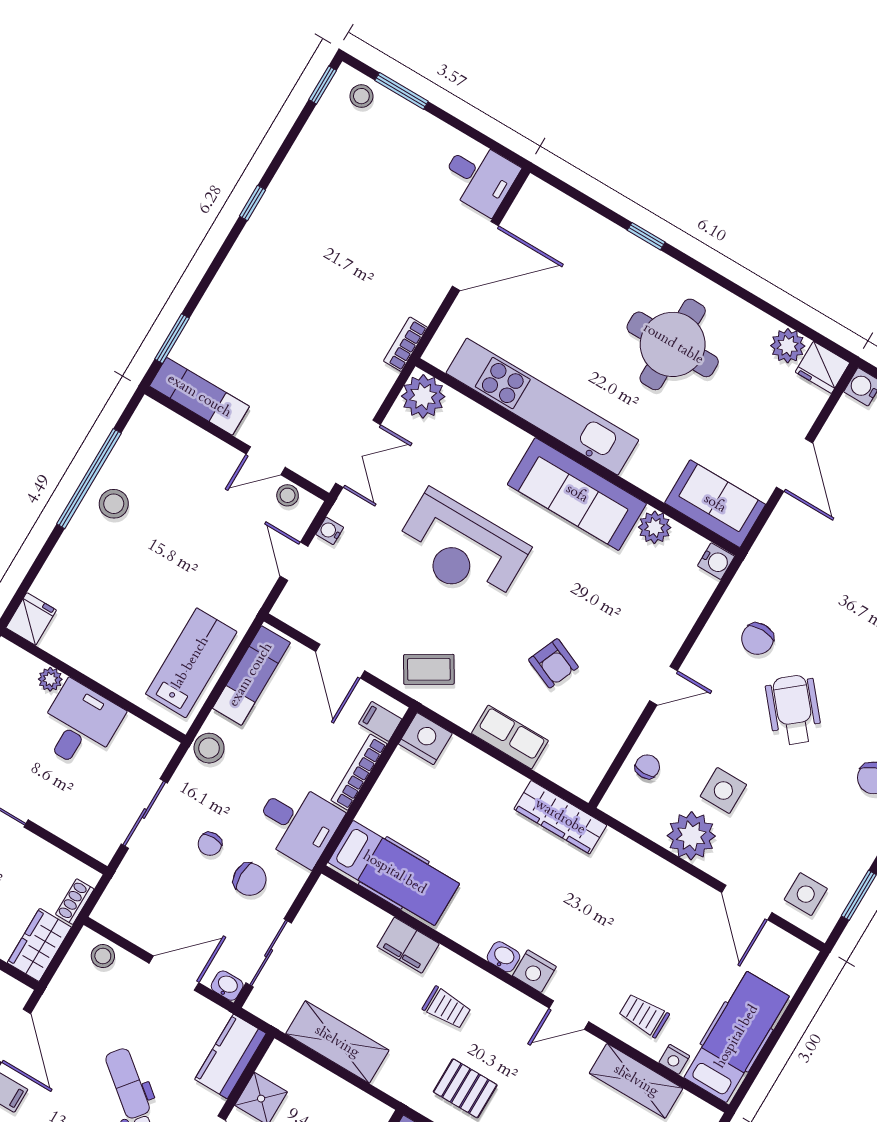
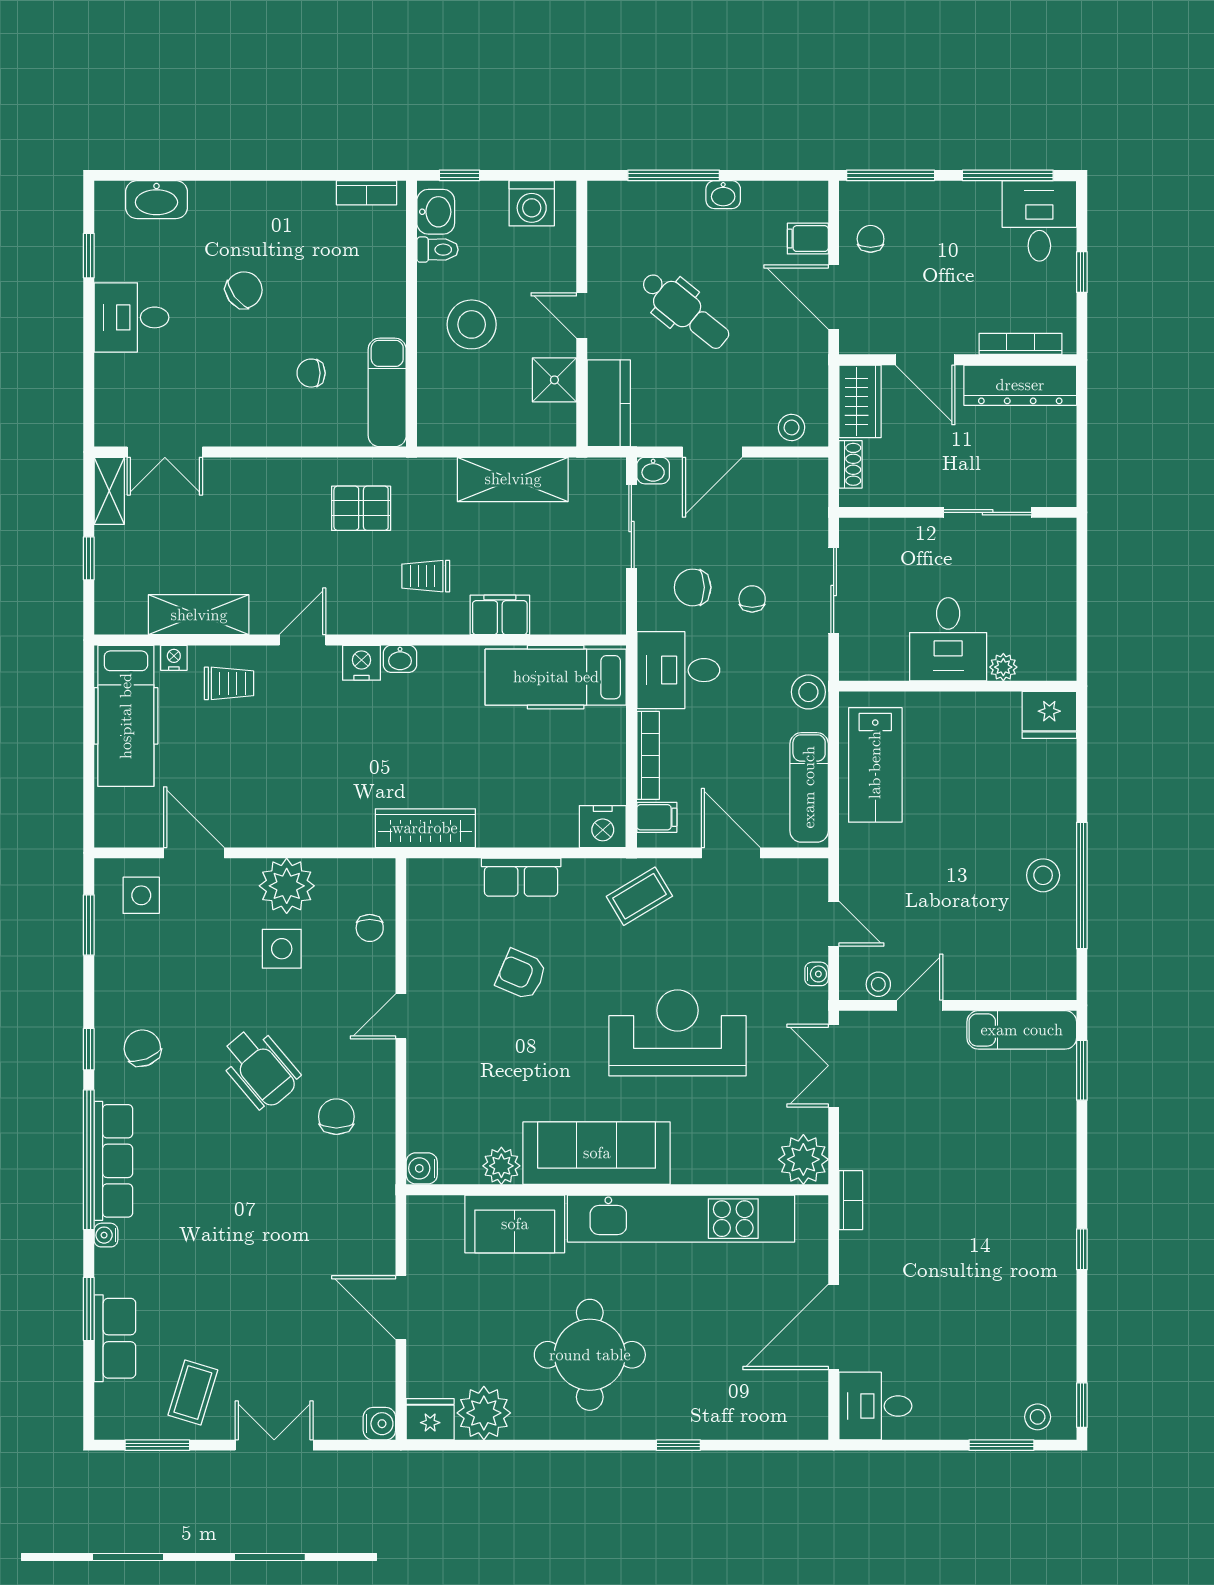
plant: (788, 346) -> (484, 1413), width x1.36, depth x1.36
sofa: (715, 504) -> (515, 1224), moved
fridge: (31, 619) -> (1049, 715), width x1.38

